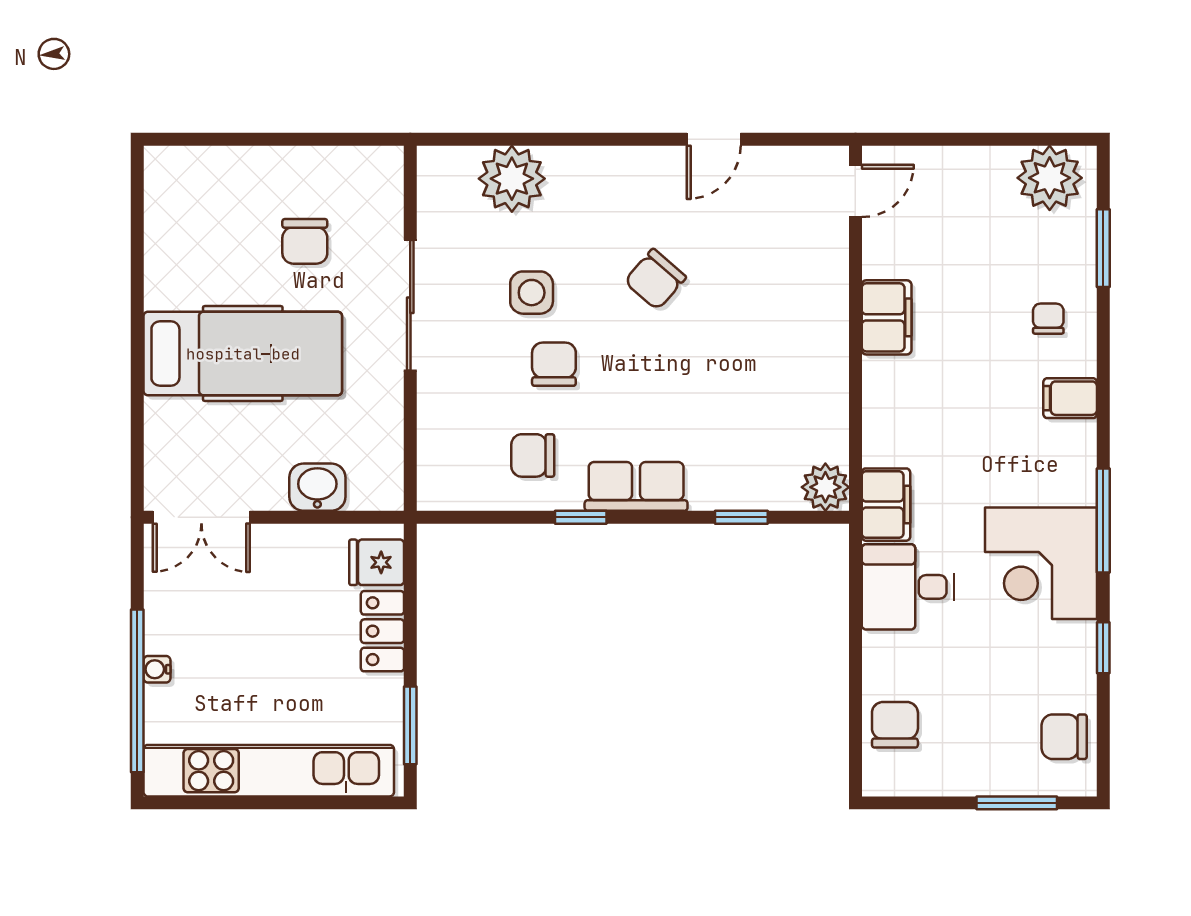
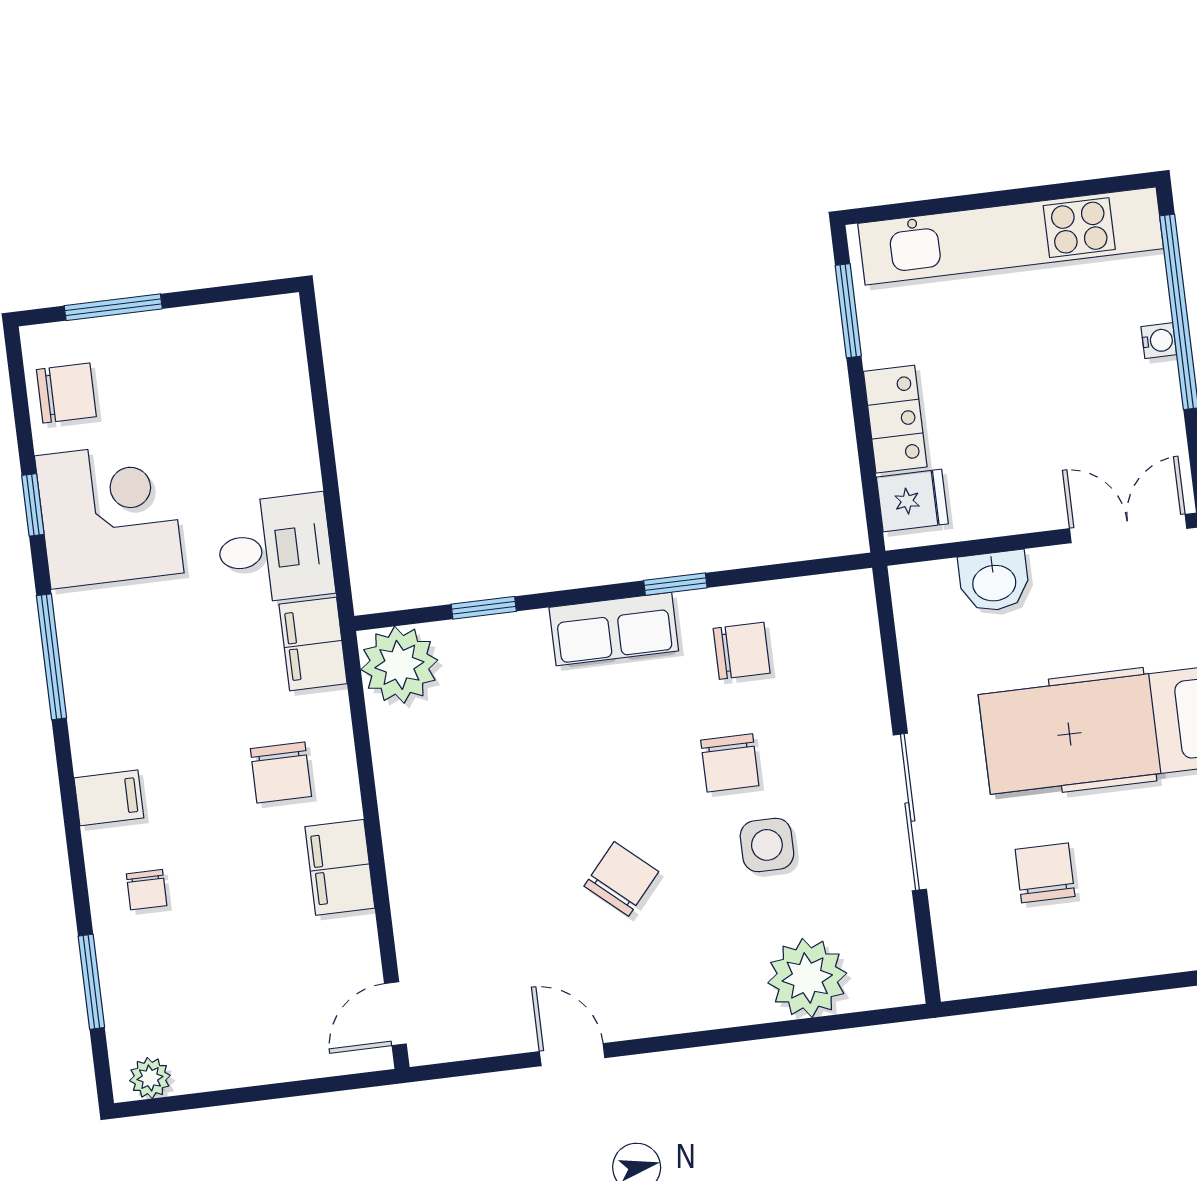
door: (714, 139) -> (572, 1055), hinge flipped
plant: (1050, 178) -> (150, 1078), width x0.53, depth x0.53
plant: (825, 487) -> (399, 665), width x1.36, depth x1.36
corner desk: (1041, 563) -> (109, 514), moved
chair: (895, 725) -> (281, 772), moved

